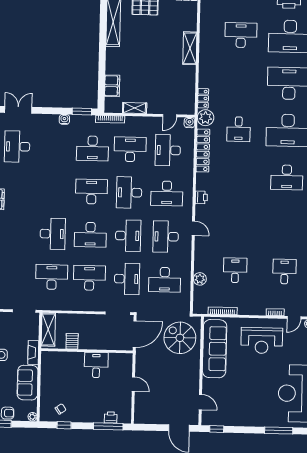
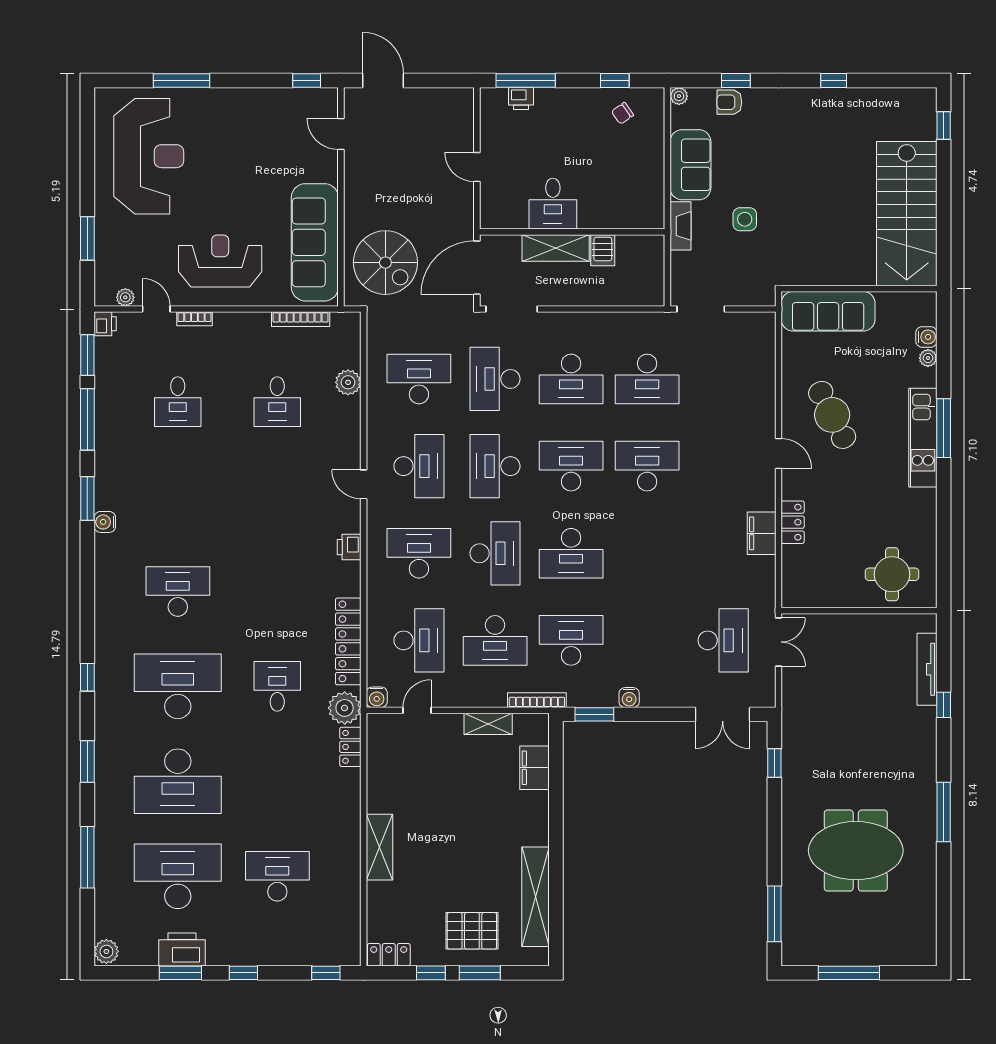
desk: (241, 35) -> (277, 876), turned 180
desk: (53, 234) -> (647, 466), turned 90
door: (294, 318) -> (156, 309), hinge flipped
shelving: (48, 330) -> (556, 248), moved, turned 90

